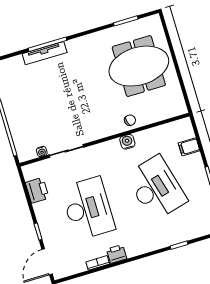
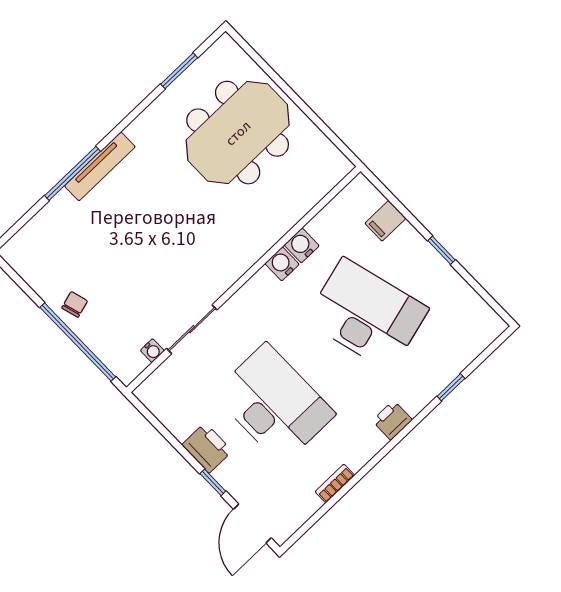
tv unit: (45, 53) -> (100, 166), moved
chair: (130, 120) -> (75, 304), moved
water cooler: (142, 138) -> (302, 245), added
printer: (37, 190) -> (207, 448), moved
printer: (117, 254) -> (392, 420), moved

